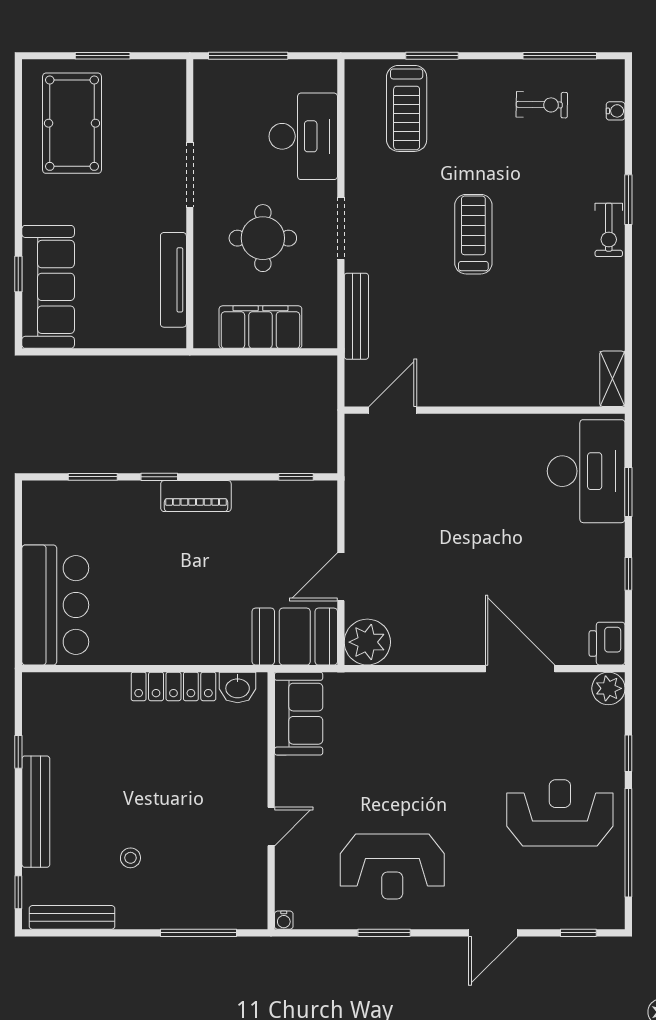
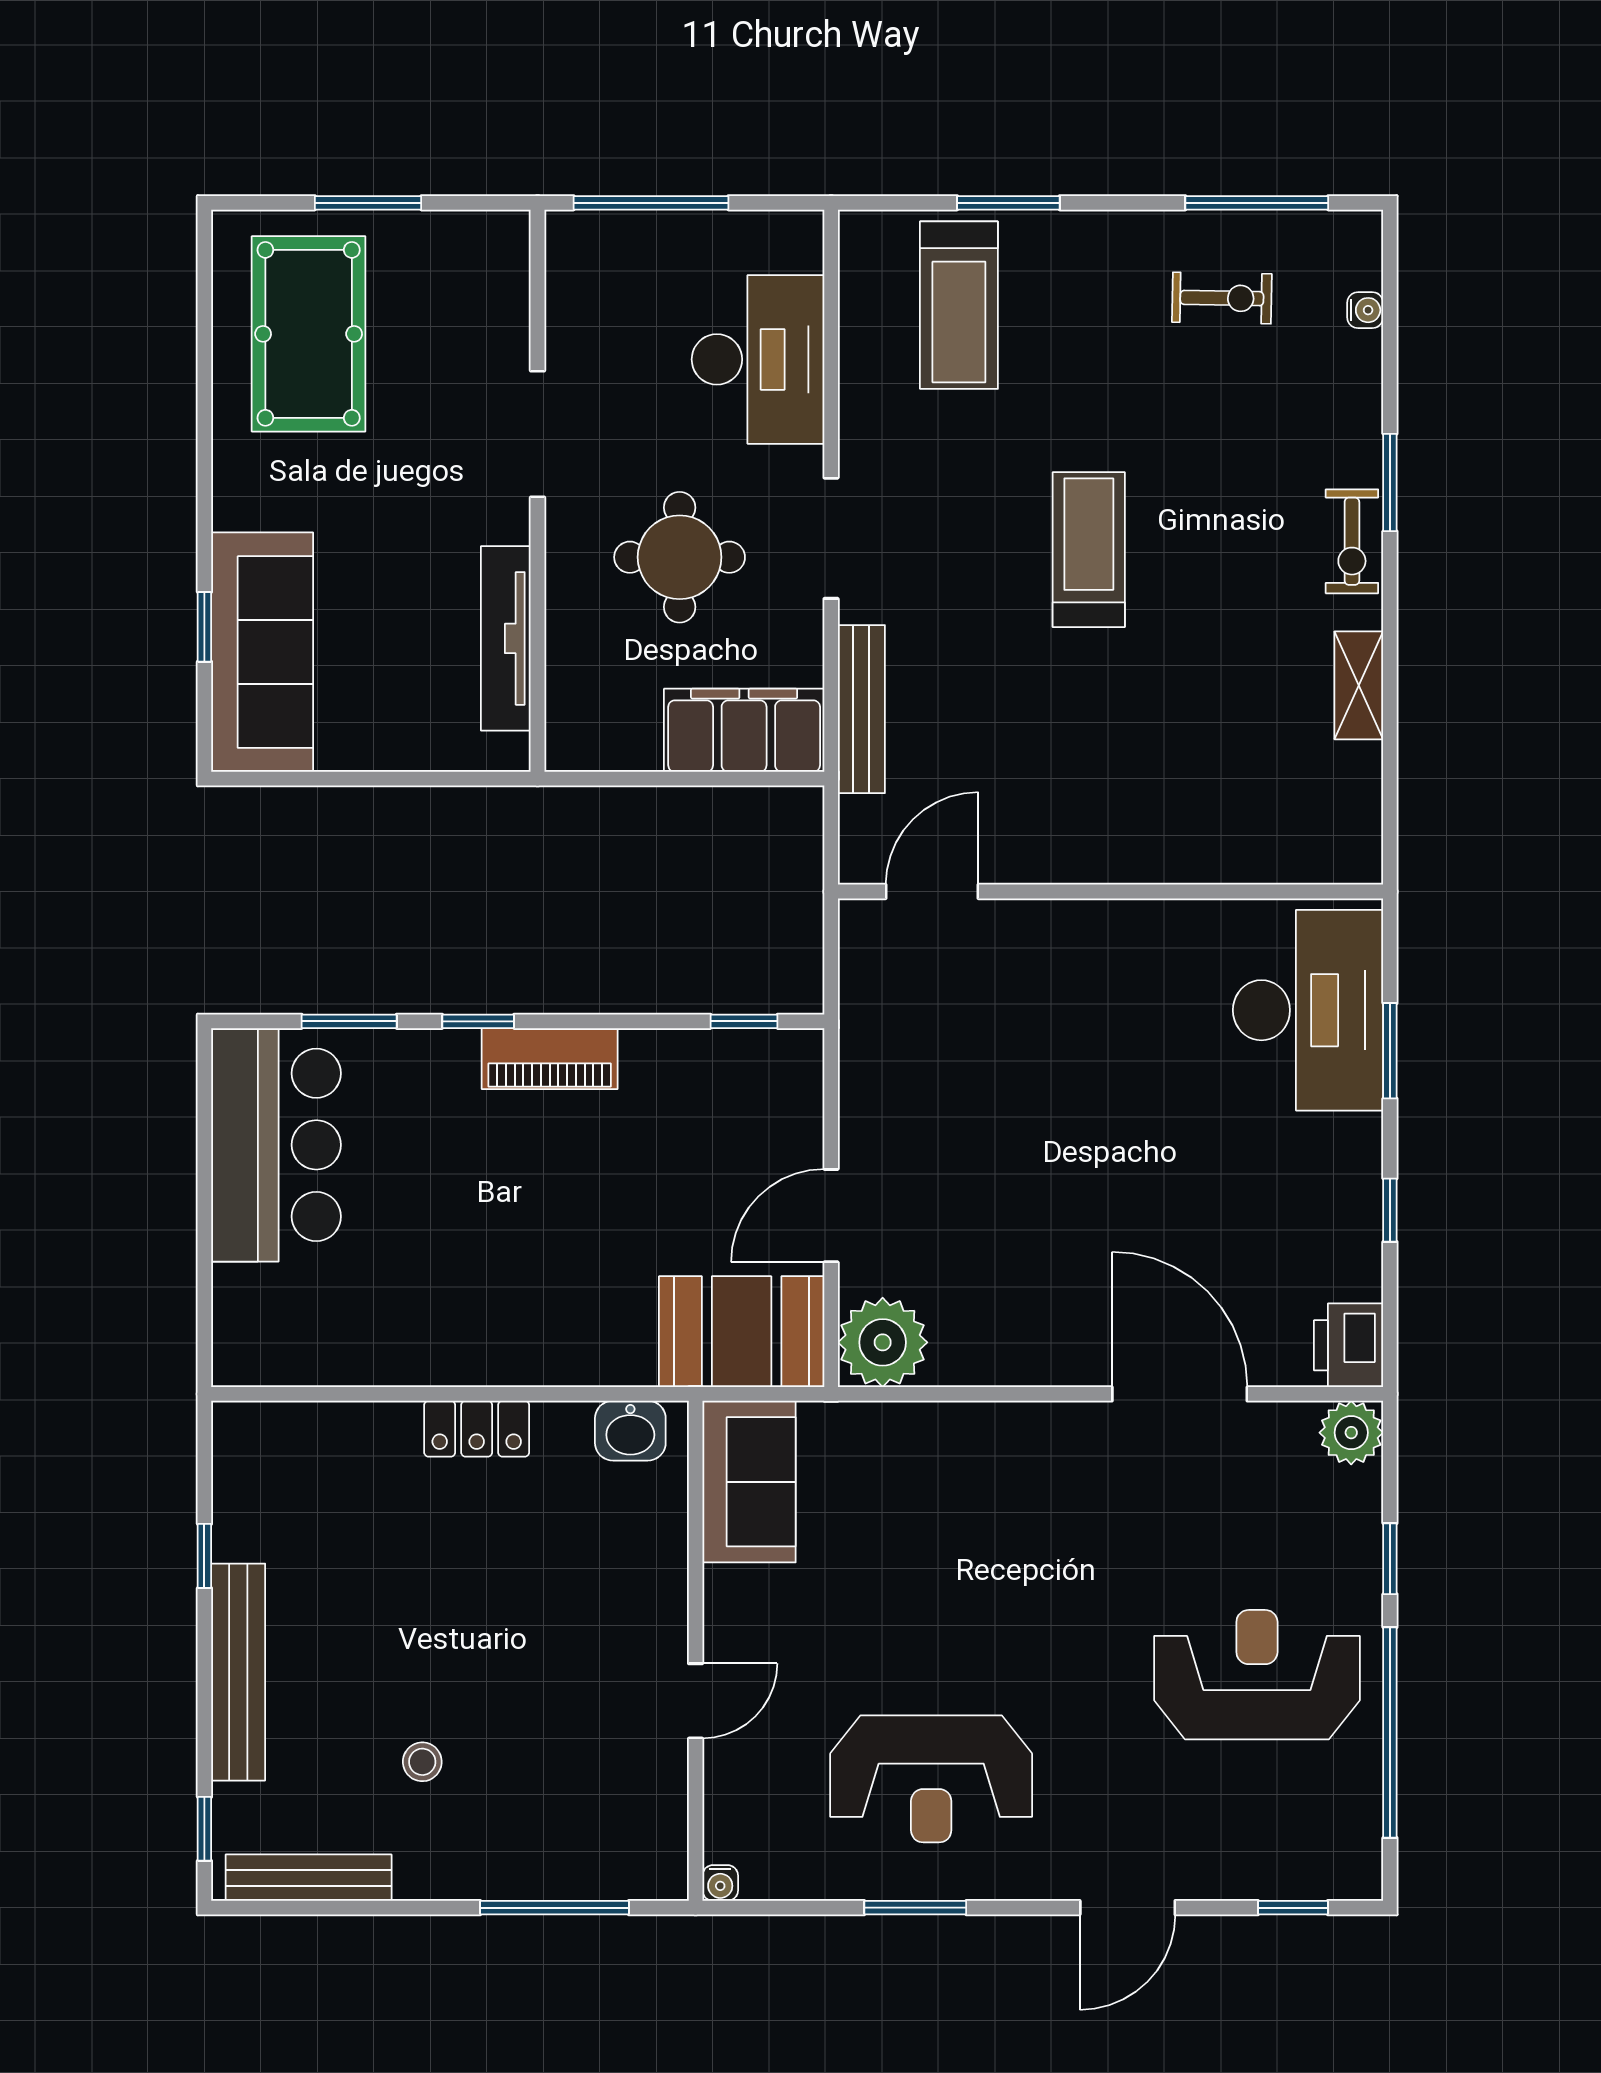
filing cabinet: (260, 327) -> (744, 730), moved
shelving: (612, 379) -> (1359, 685), moved
bar counter: (55, 605) -> (276, 1145), moved
locker: (173, 686) -> (477, 1429), width x0.66

